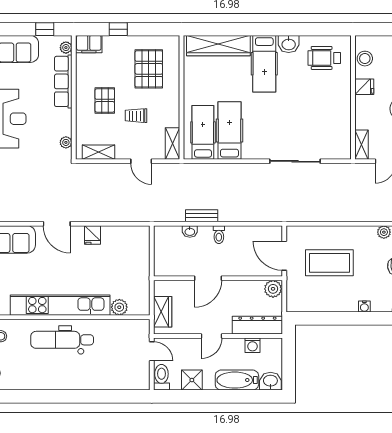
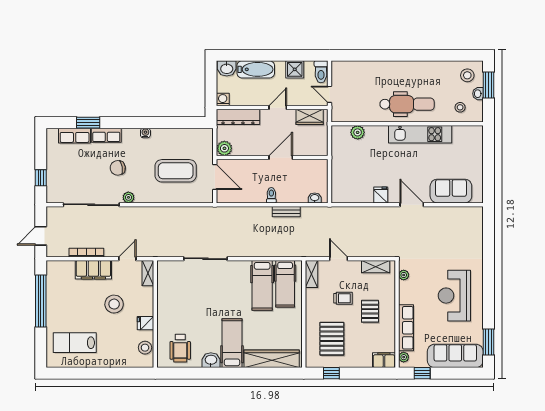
window: (118, 29) -> (331, 373), moved
wheelchair: (324, 58) -> (180, 348), turned 90
washbasin: (190, 231) -> (315, 198), moved
kitchen unit: (60, 305) -> (420, 134), width x0.73
wardrobe: (163, 312) -> (310, 117), moved, turned -90
washing machine: (252, 345) -> (223, 100), moved

